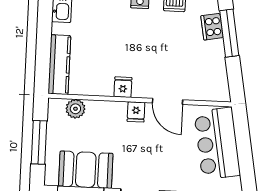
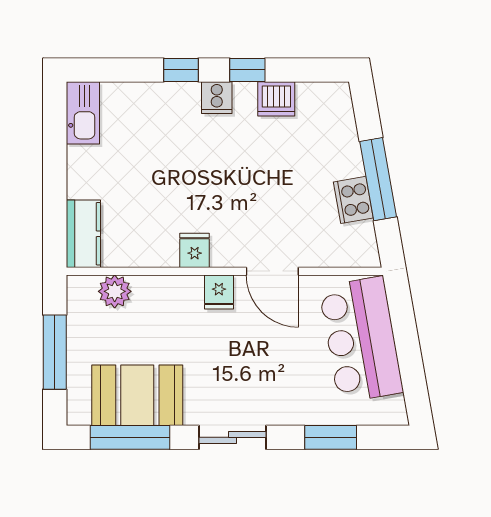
cooker: (212, 27) -> (353, 200), moved
window: (229, 33) -> (378, 179), moved
kitchen counter: (59, 65) -> (83, 234), width x0.67

